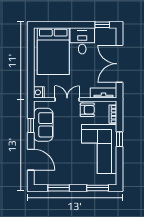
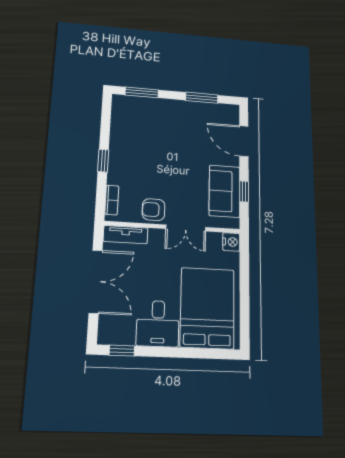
corner sofa: (99, 149) -> (137, 148), removed

